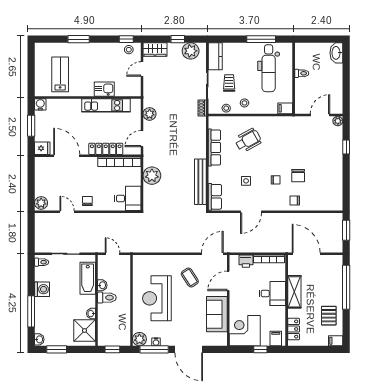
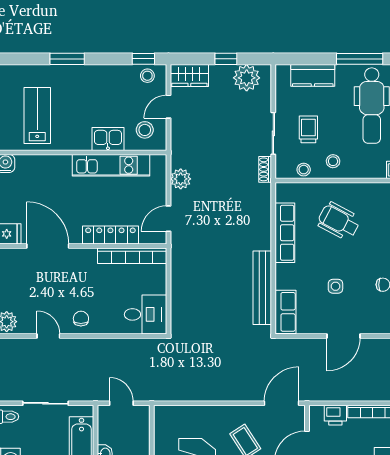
kitchen counter: (215, 56) -> (313, 75), moved, turned 90
stool: (127, 83) -> (145, 130), added
wheelchair: (248, 140) -> (339, 221), turned -123
plant: (152, 176) -> (184, 278), removed

